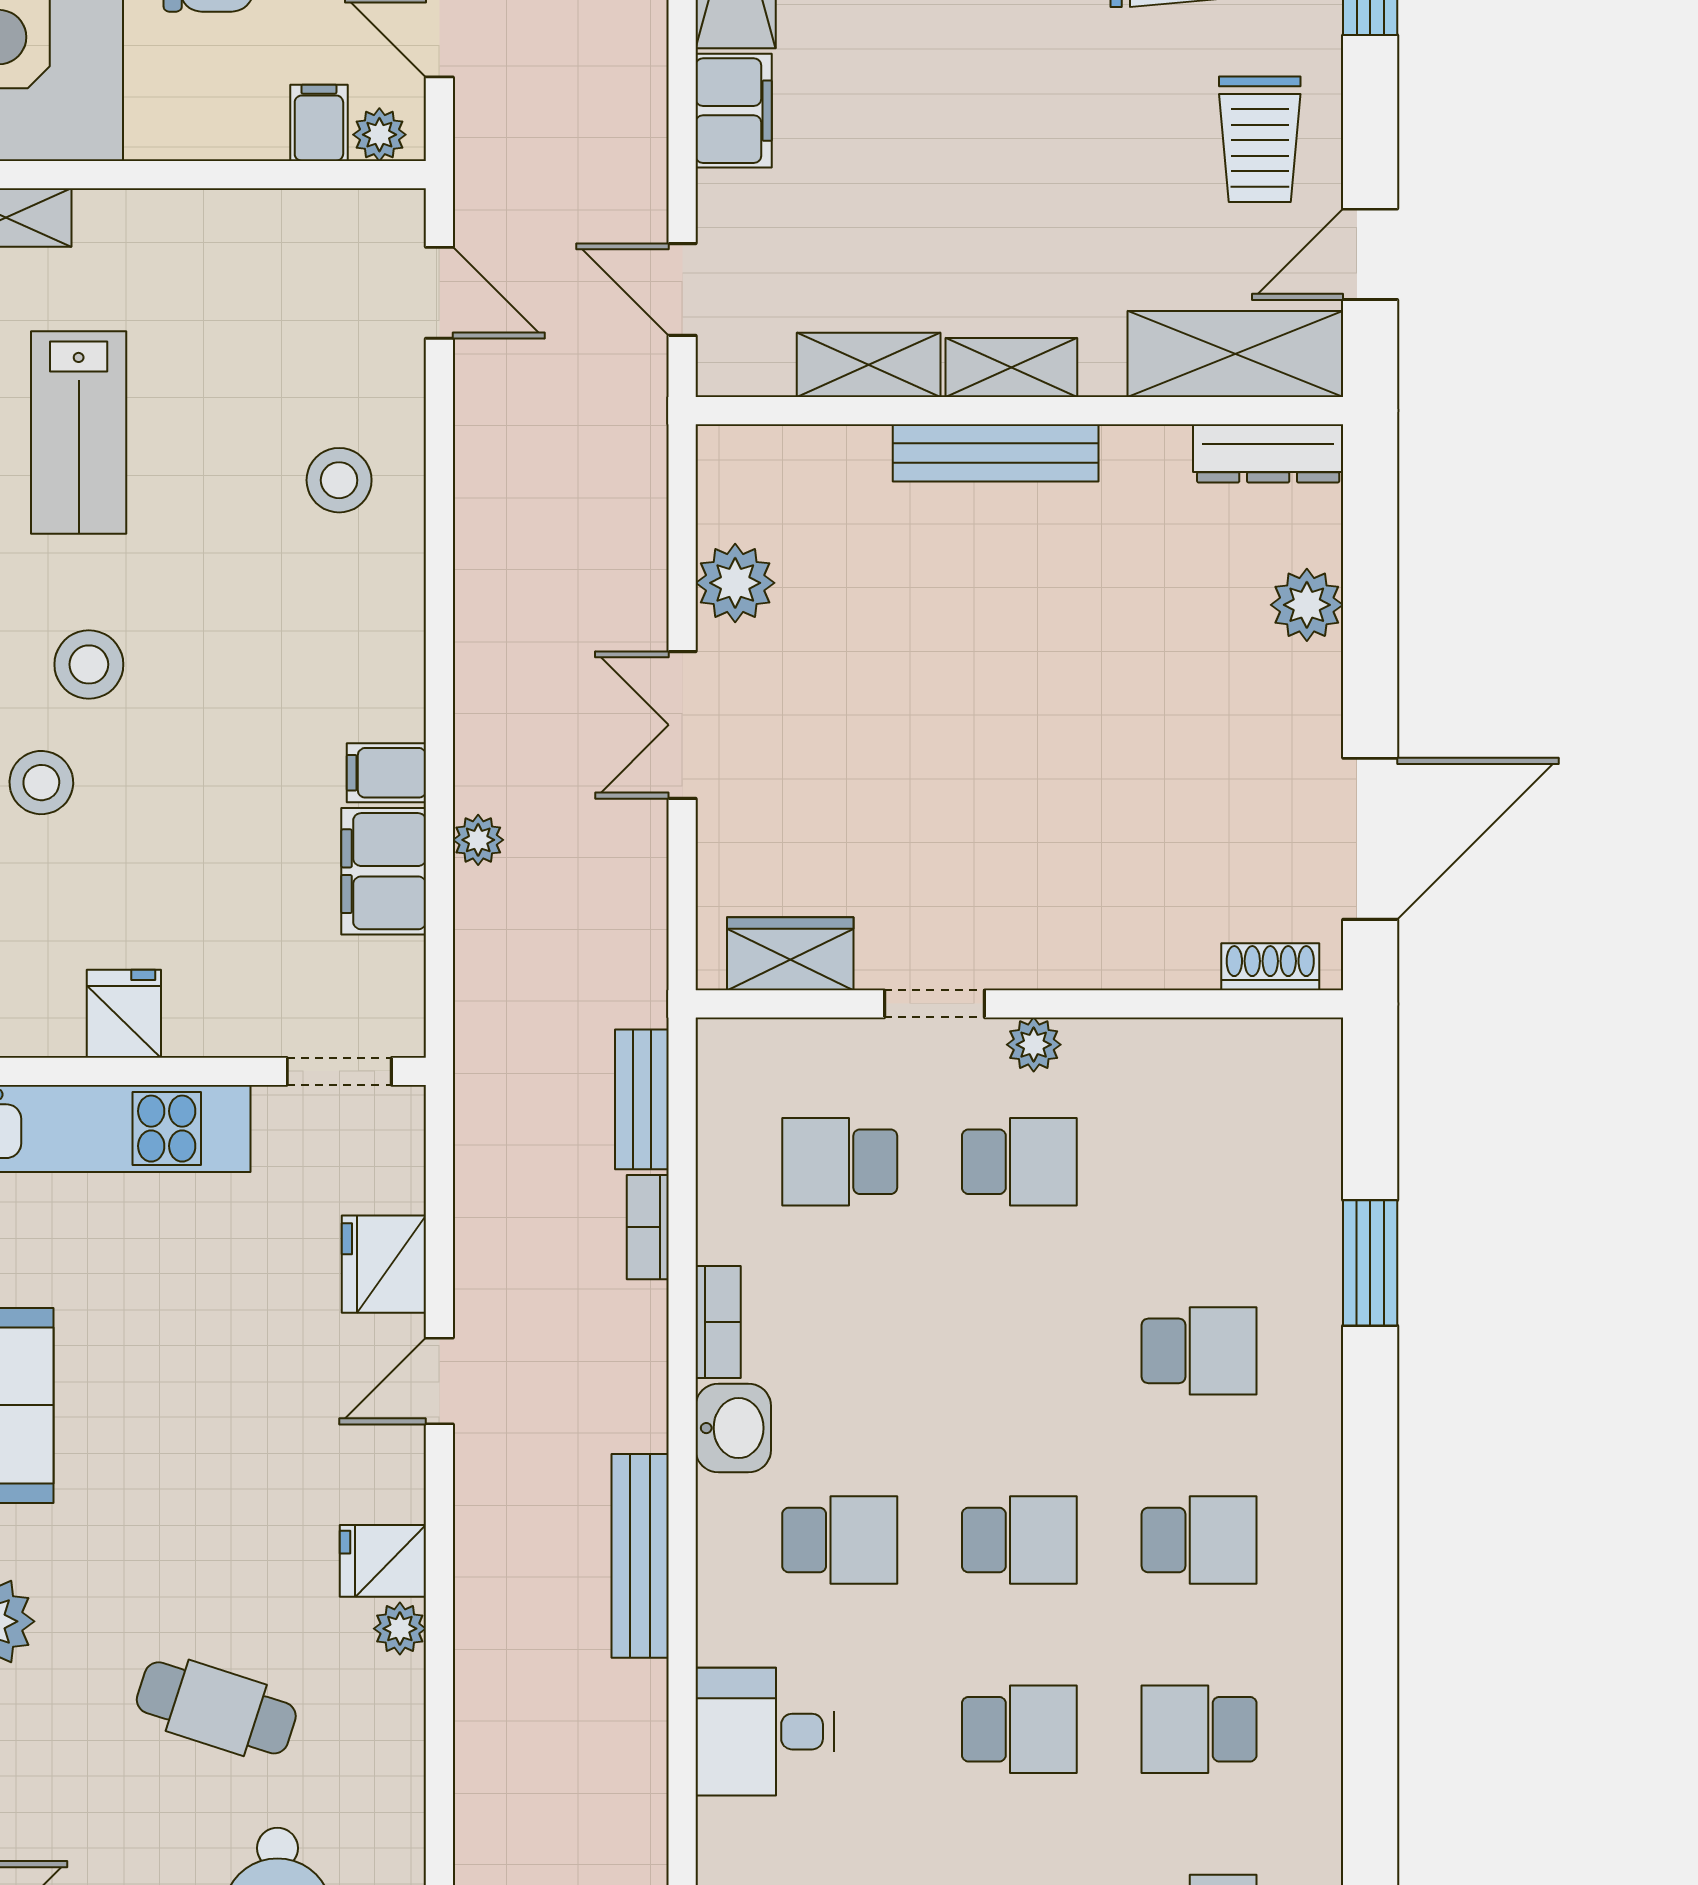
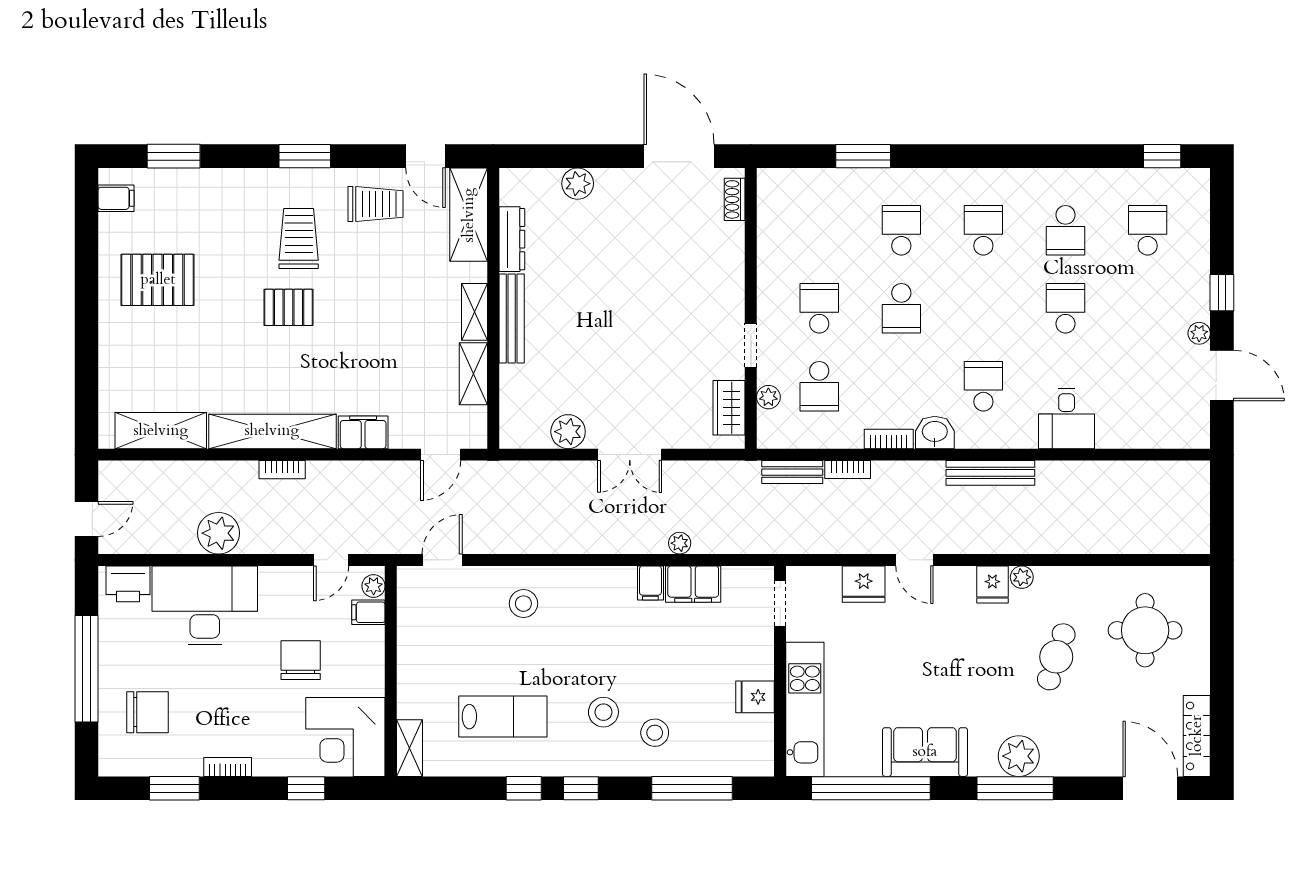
dresser: (1268, 453) -> (512, 239), moved
plant: (1034, 1045) -> (768, 397), moved
school desk: (1019, 1540) -> (901, 308), moved, turned 180

